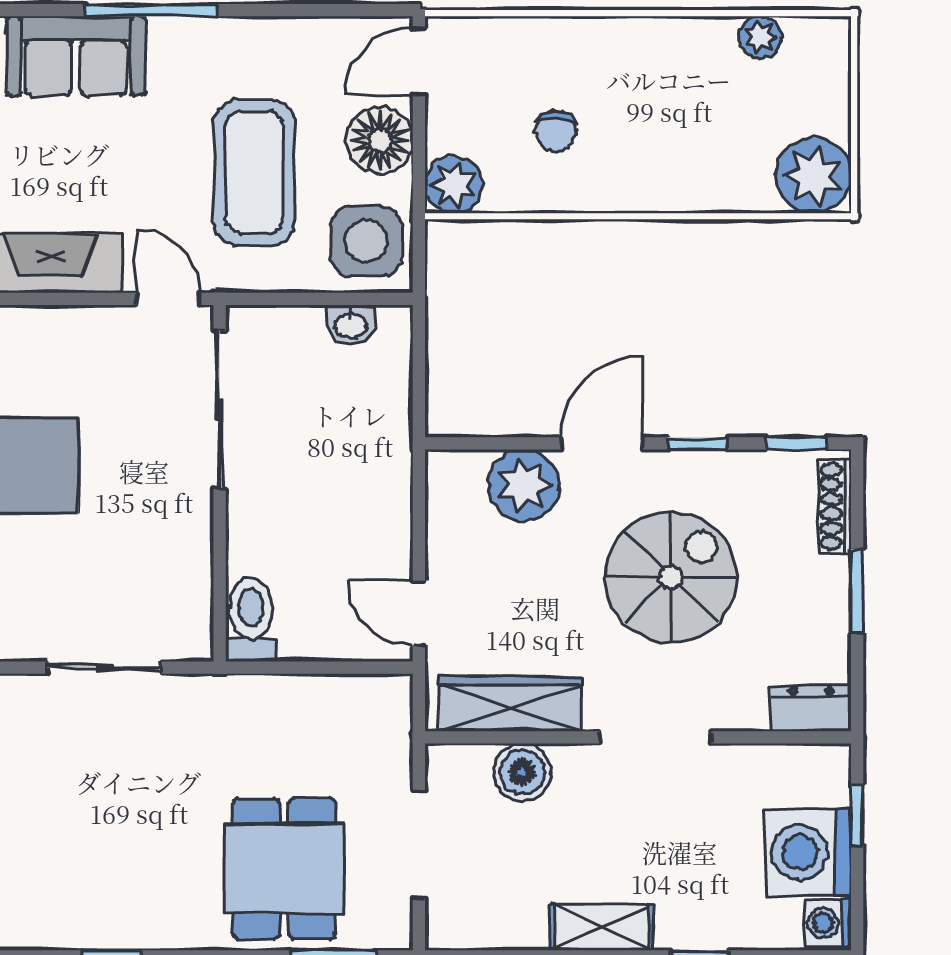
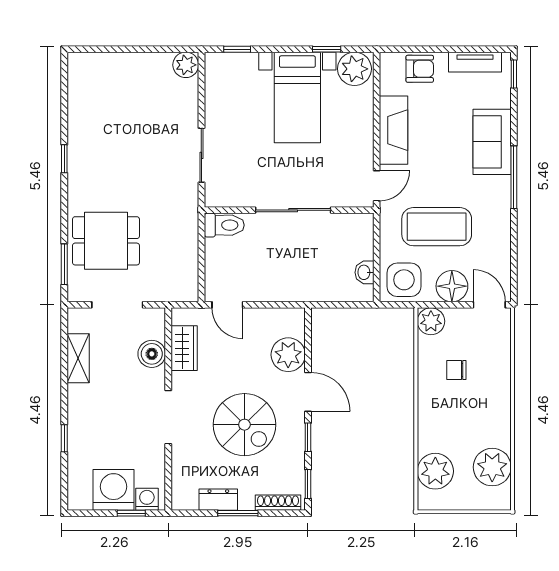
plant: (760, 37) -> (492, 467), width x1.88, depth x1.88
plant: (813, 175) -> (435, 471), moved
sliding door: (220, 410) -> (293, 210), moved
door: (419, 613) -> (227, 305), swing flipped
wardrobe: (510, 704) -> (184, 348), width x0.67
dresser: (811, 709) -> (218, 500), moved, turned -90
washing machine: (828, 923) -> (147, 499), moved
shelving: (602, 927) -> (78, 358), moved

